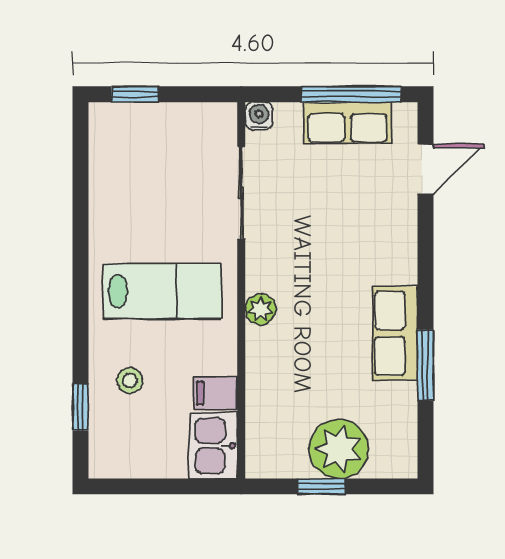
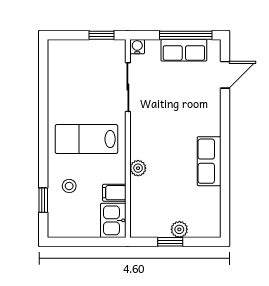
window: (135, 94) -> (101, 35), moved
lab bench: (163, 291) -> (86, 139), turned 180
plant: (260, 309) -> (138, 168), moved
window: (425, 365) -> (225, 178), removed
plant: (339, 449) -> (179, 229), width x0.53, depth x0.53

